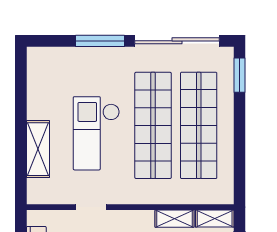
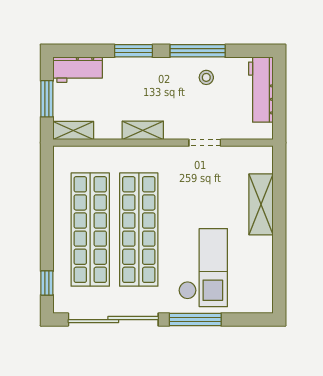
window: (239, 75) -> (47, 283), width x0.67
checkout: (96, 133) -> (203, 268), moved
shelving: (175, 219) -> (143, 130), moved

